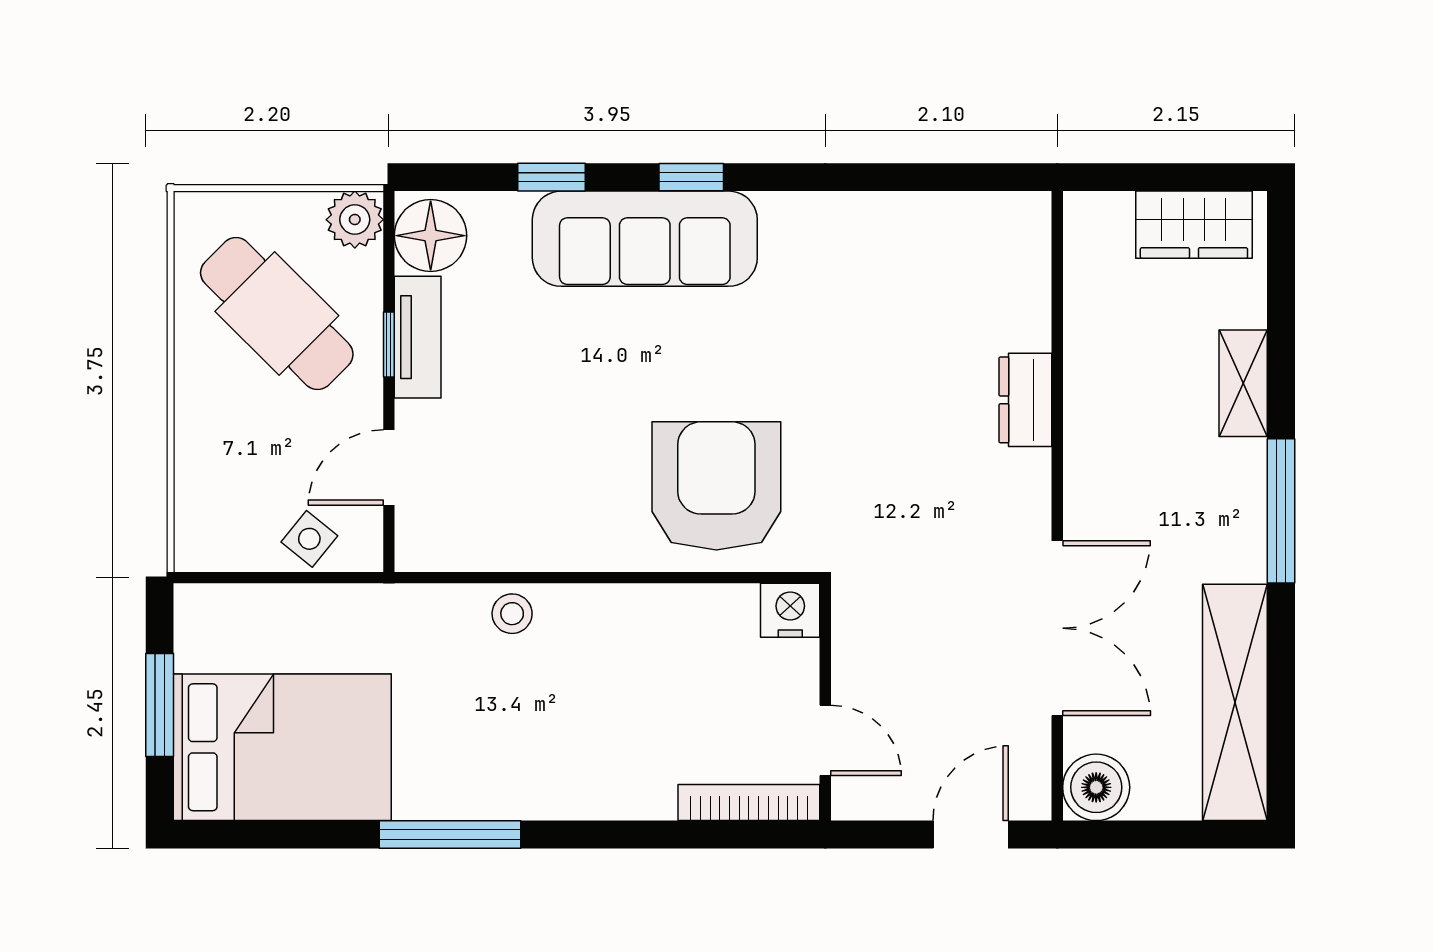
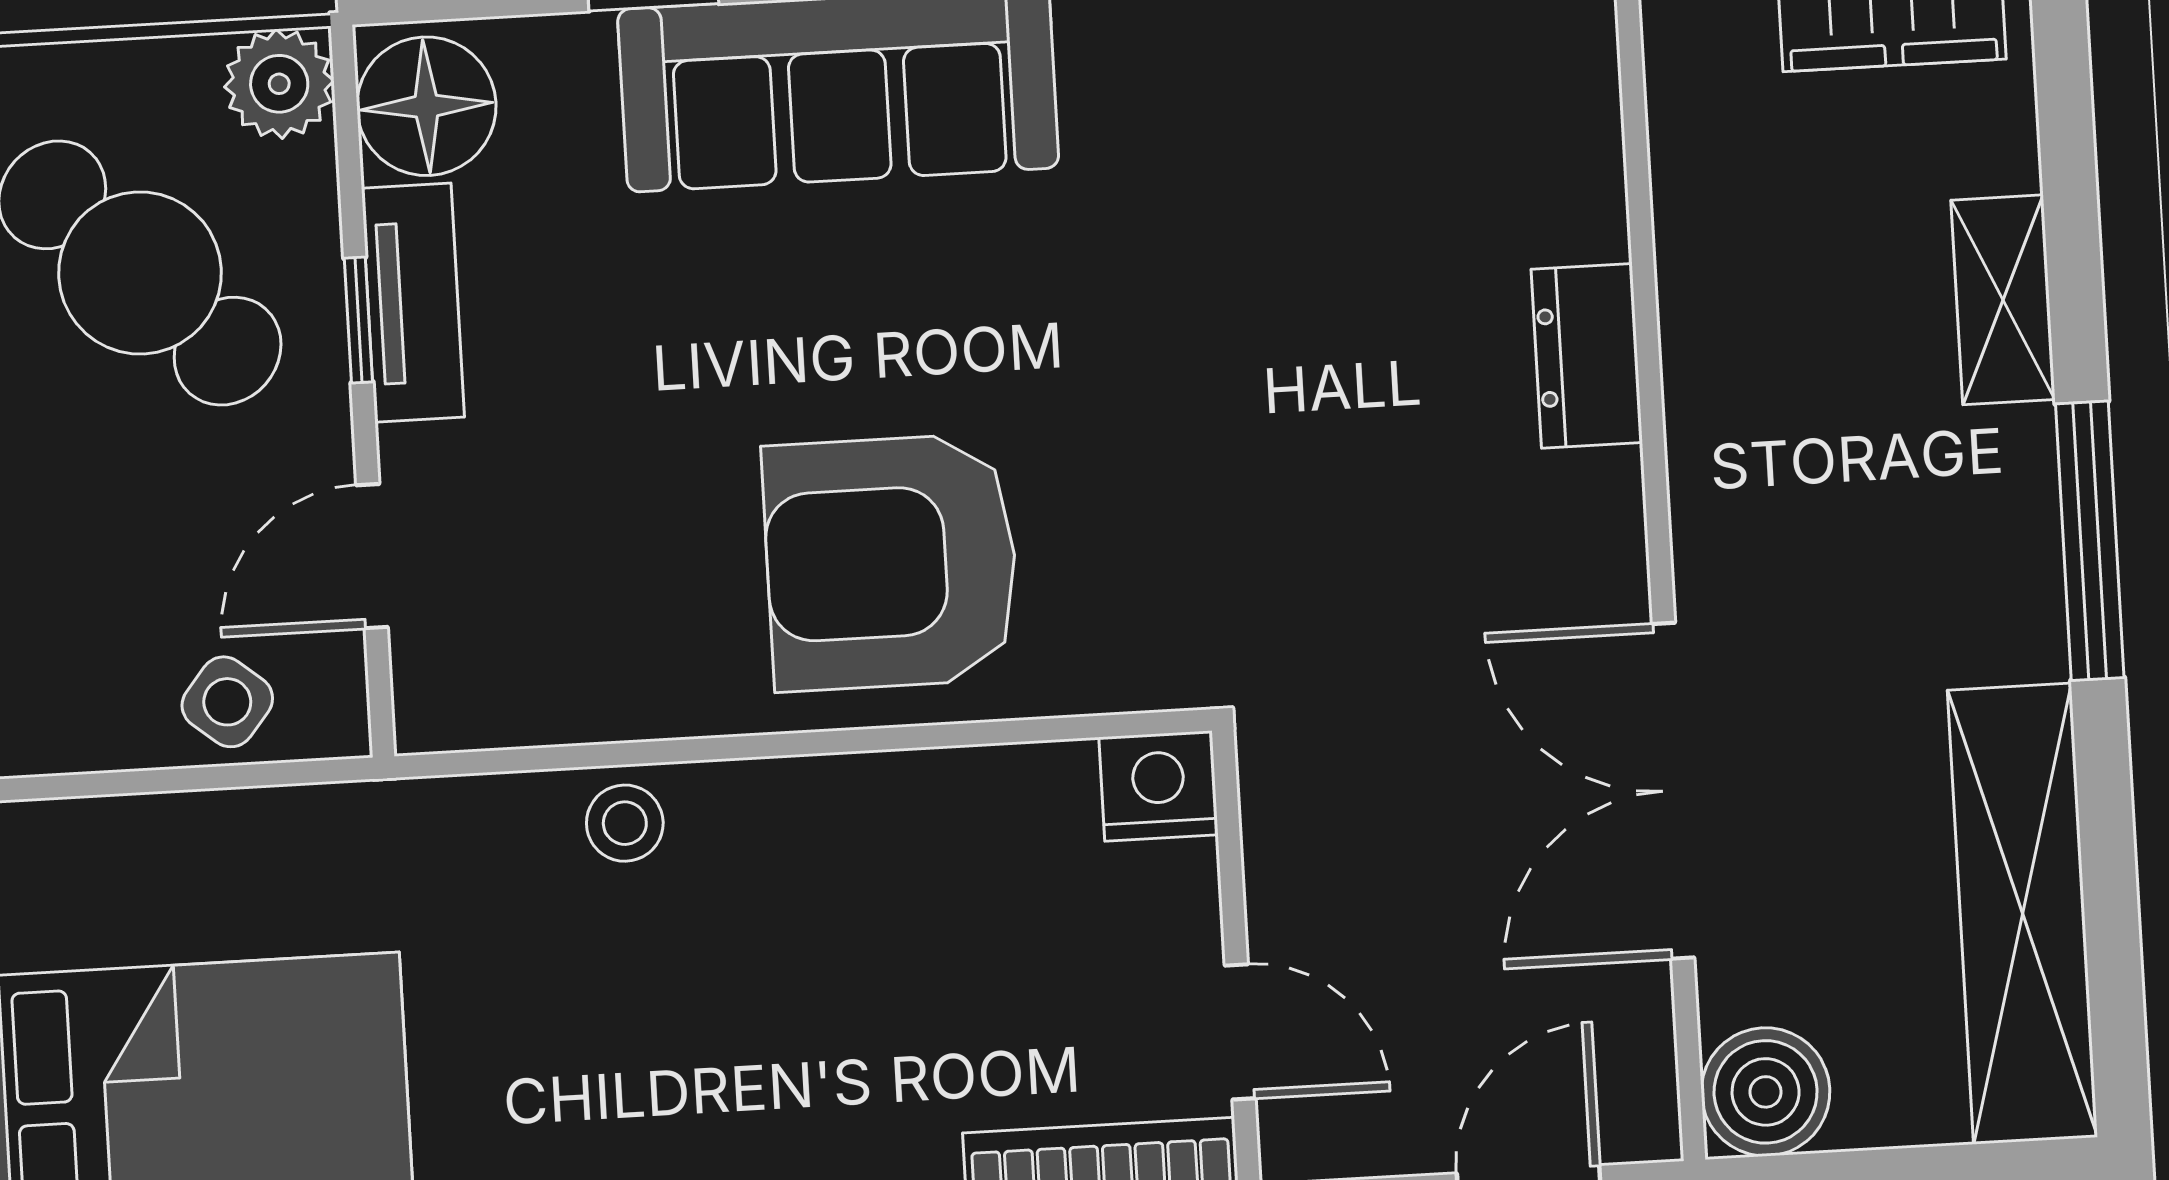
armchair: (716, 486) -> (891, 562), moved, turned -90
double door: (1057, 628) -> (1673, 791), swing flipped

